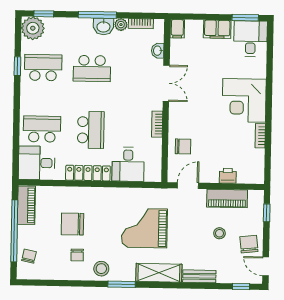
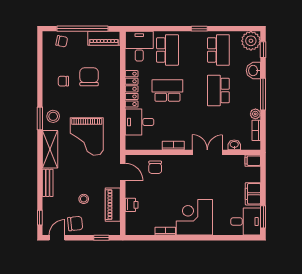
washbasin: (103, 26) -> (253, 71), moved
window: (17, 66) -> (199, 29), moved
double door: (166, 83) -> (207, 152), swing flipped
school desk: (91, 130) -> (167, 90), turned 180
grand piano: (144, 228) -> (87, 137), turned 180
stool: (101, 269) -> (53, 116), moved

